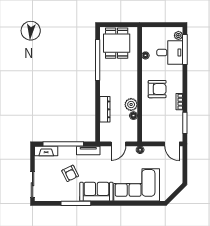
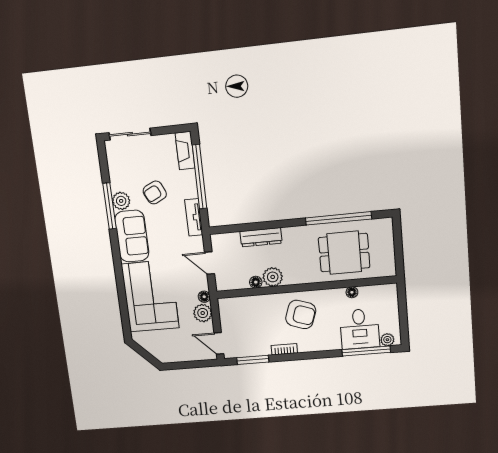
dining table: (117, 43) -> (344, 253), moved
armchair: (157, 89) -> (301, 314), turned -71
door: (172, 144) -> (219, 343), hinge flipped
plant: (151, 152) -> (203, 313), added
plant: (73, 196) -> (121, 201), added

